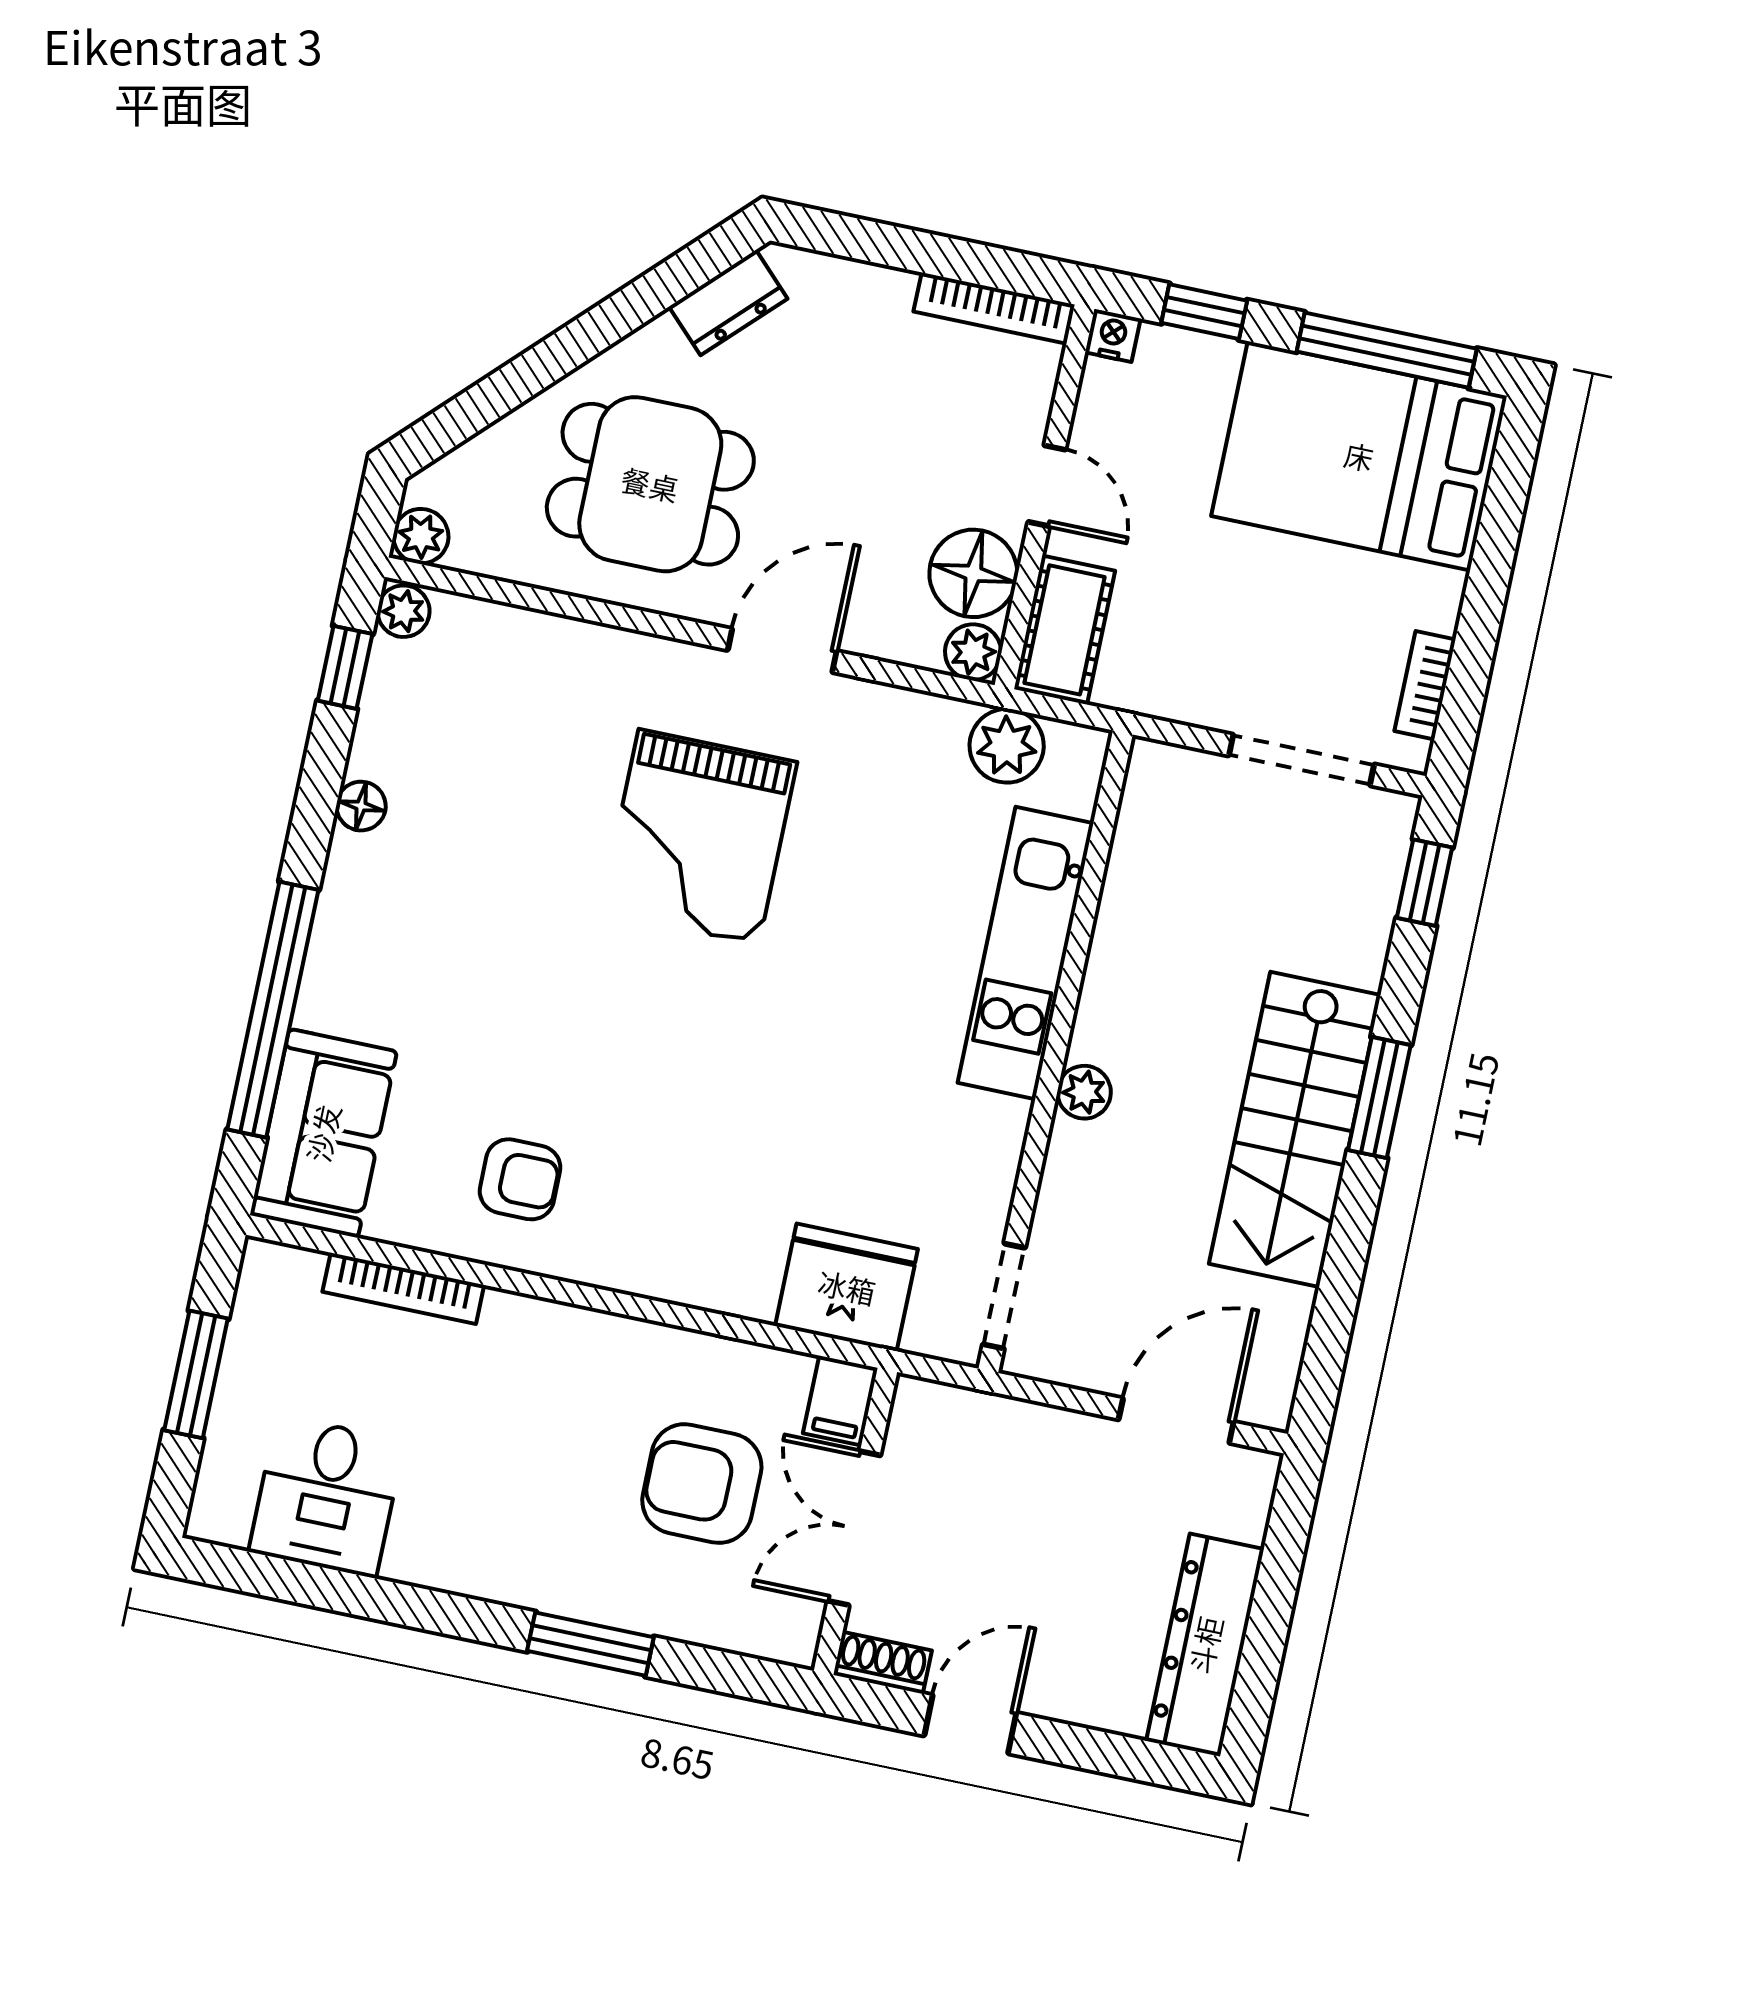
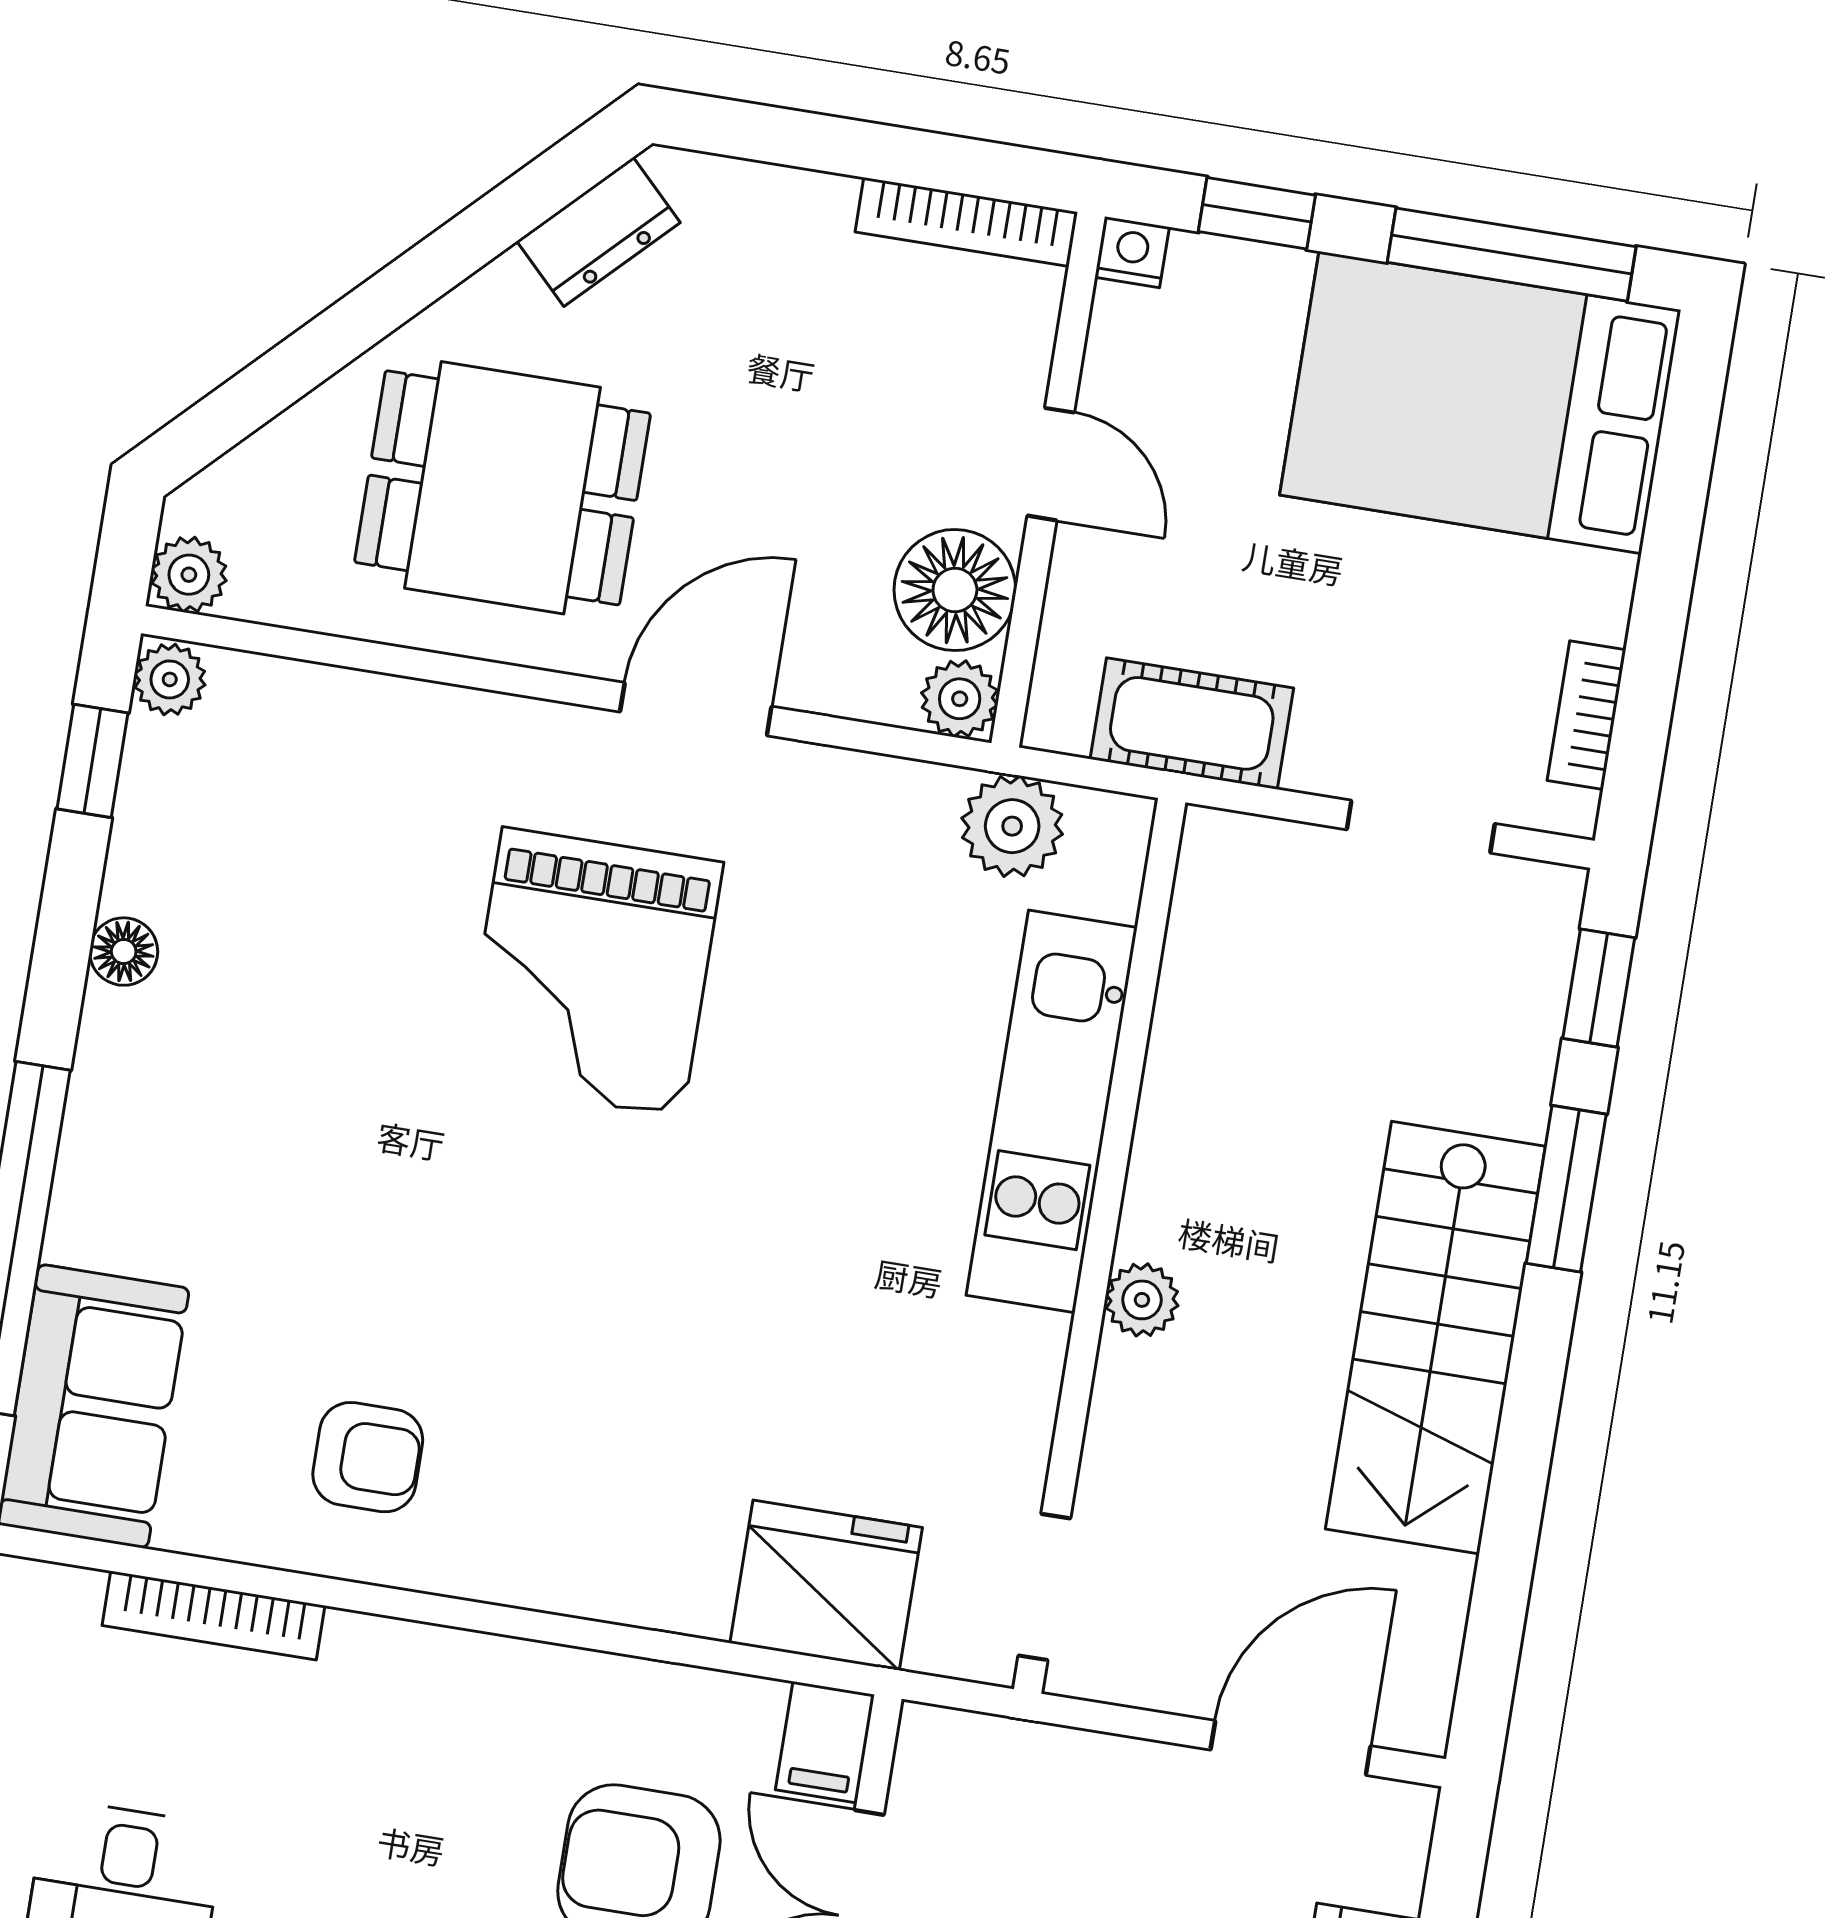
cot: (1065, 630) -> (1192, 723), moved, turned 90
doorway: (1302, 760) -> (1421, 827), width x0.73
window: (1379, 1098) -> (1566, 1189), moved

